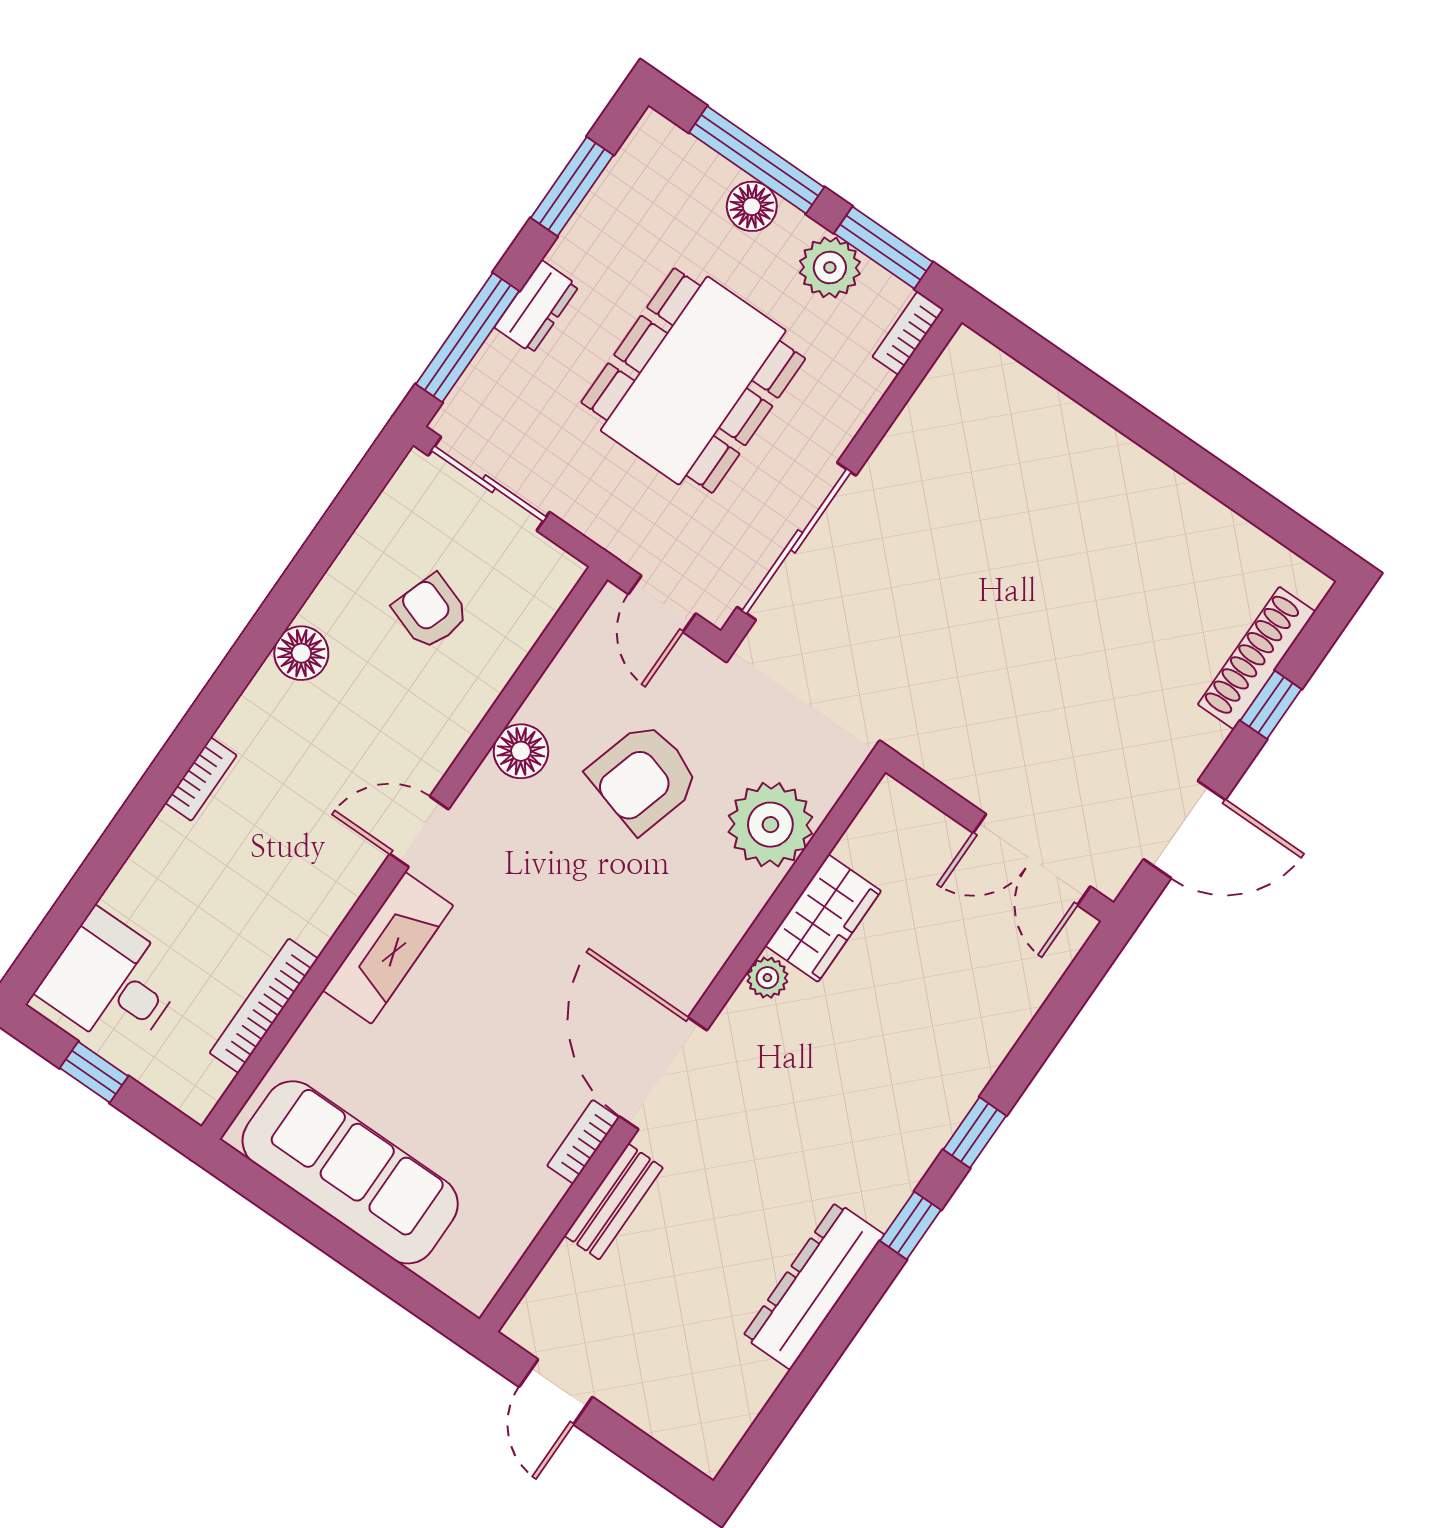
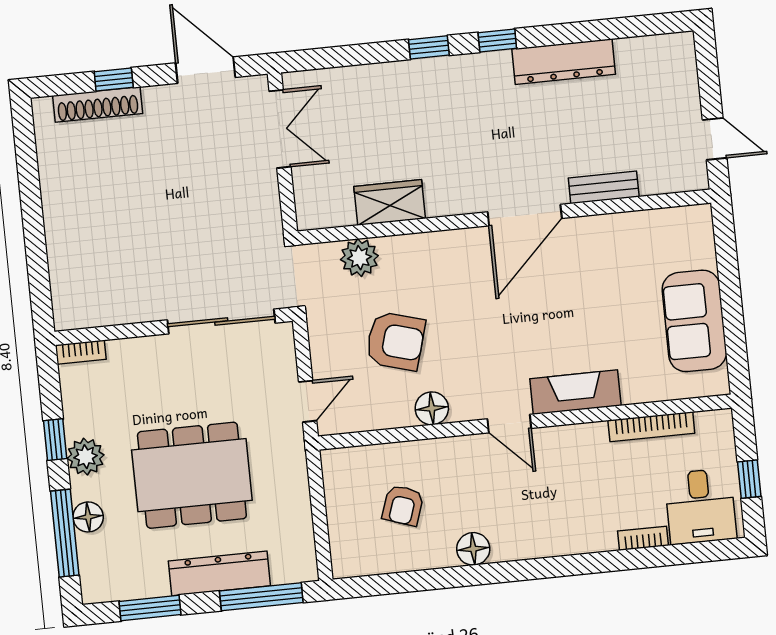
window: (883, 248) -> (55, 440), width x0.67
dresser: (537, 307) -> (219, 573), width x1.96, depth x1.24
bookcase: (908, 333) -> (81, 352), moved
wall: (841, 476) -> (173, 326), moved
sliding door: (489, 484) -> (321, 529), removed
sliding door: (797, 541) -> (221, 321), moved
bookcase: (201, 779) -> (643, 538), moved
plant: (770, 825) -> (359, 258), width x0.73, depth x0.73
plant: (767, 978) -> (439, 205), removed
bookcase: (583, 1142) -> (588, 225), removed
sofa: (350, 1172) -> (694, 321), width x0.73
door: (556, 1392) -> (715, 139), hinge flipped

